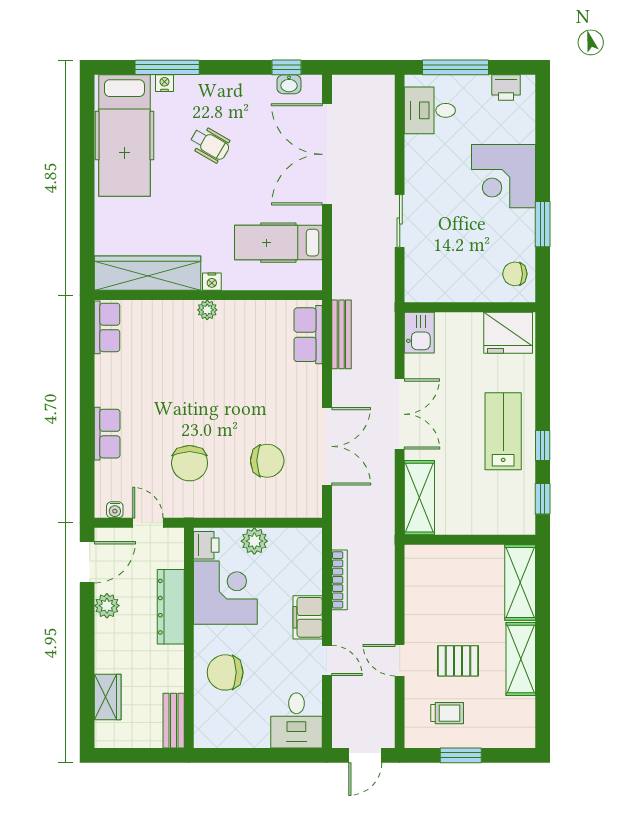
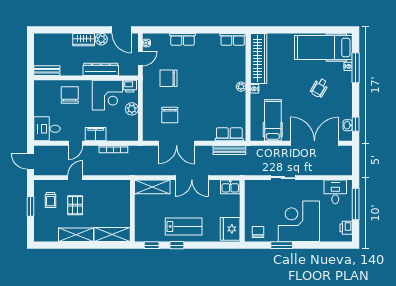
corner desk: (503, 176) -> (299, 221), width x1.36, depth x1.36
wardrobe: (108, 697) -> (84, 40), moved

